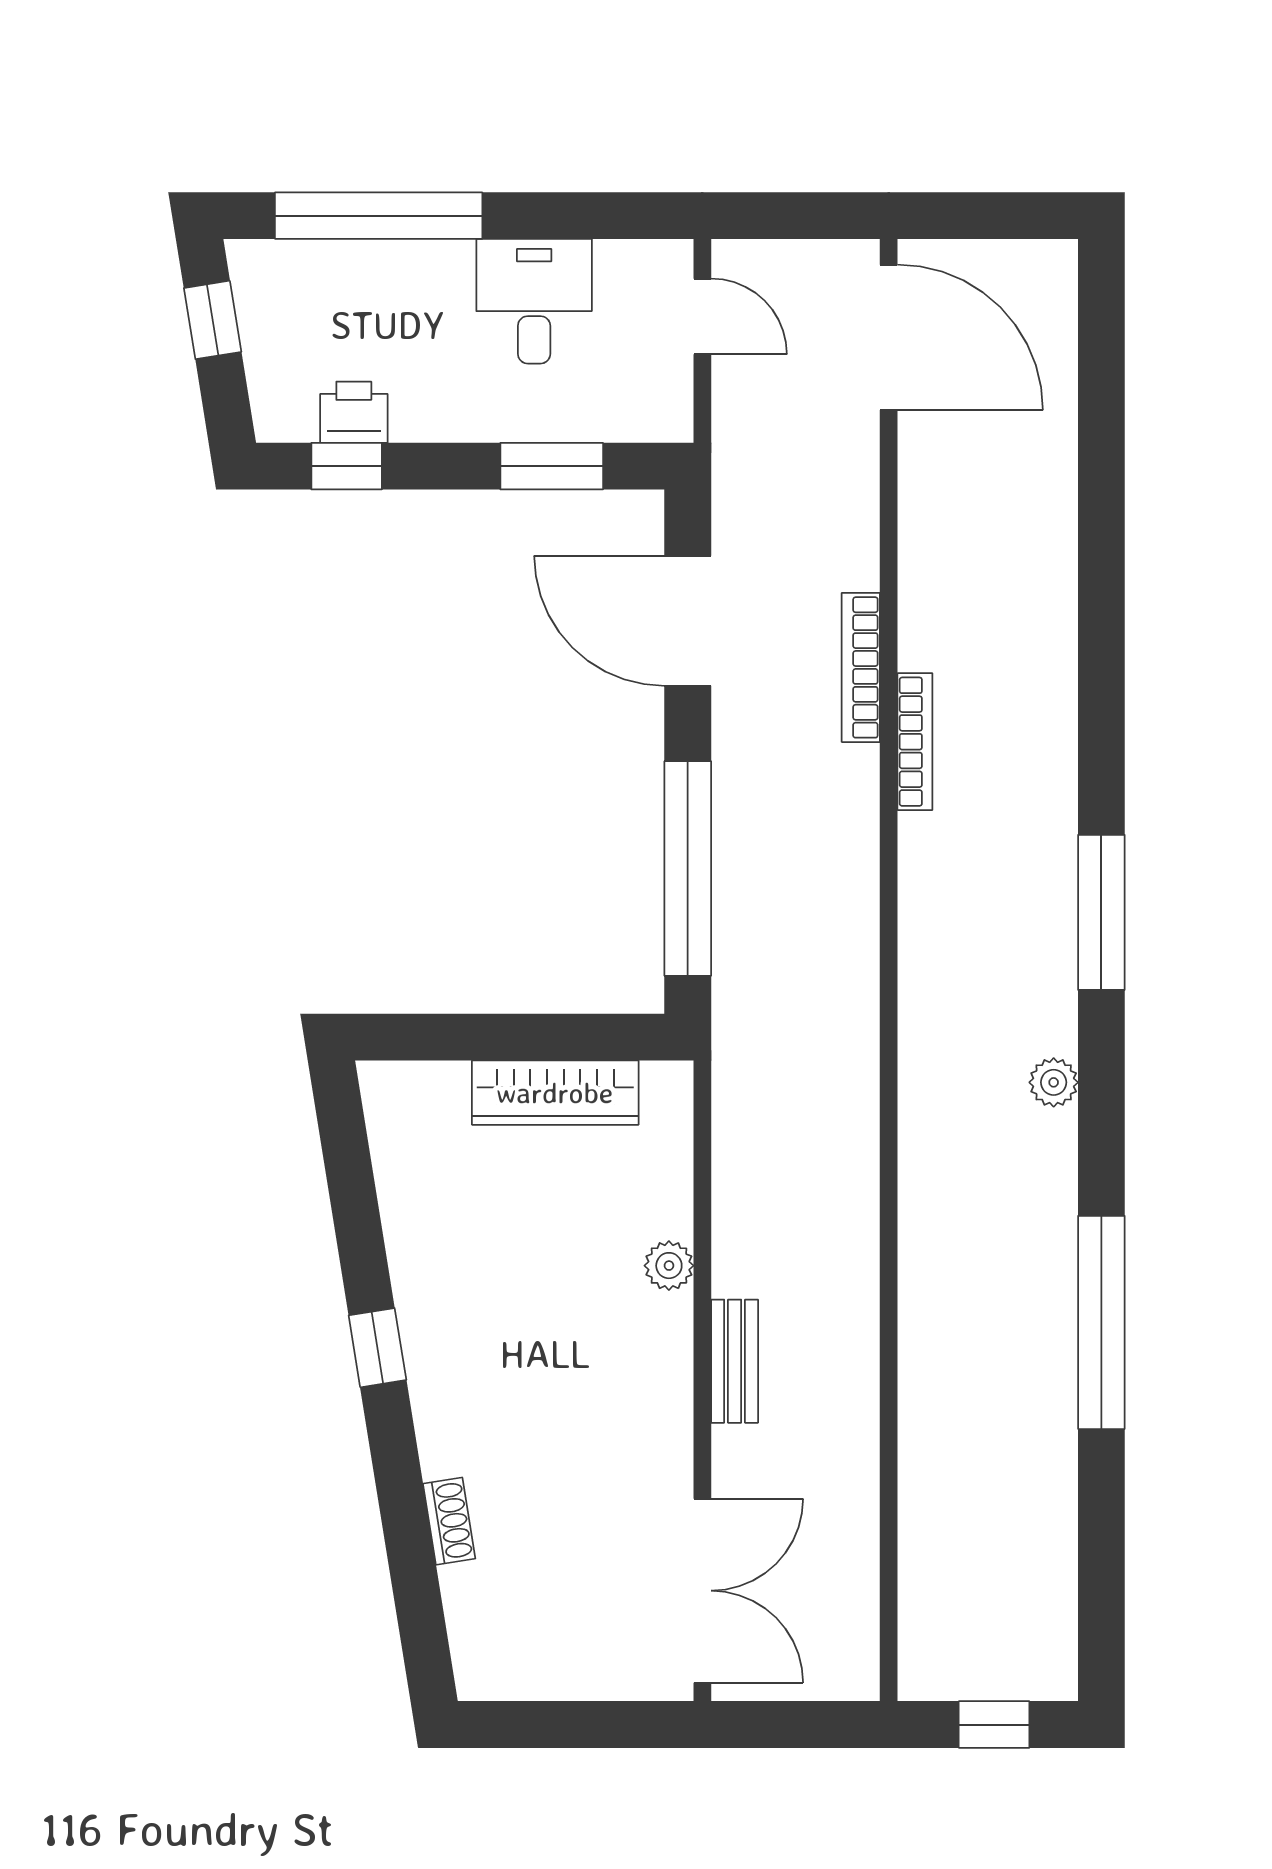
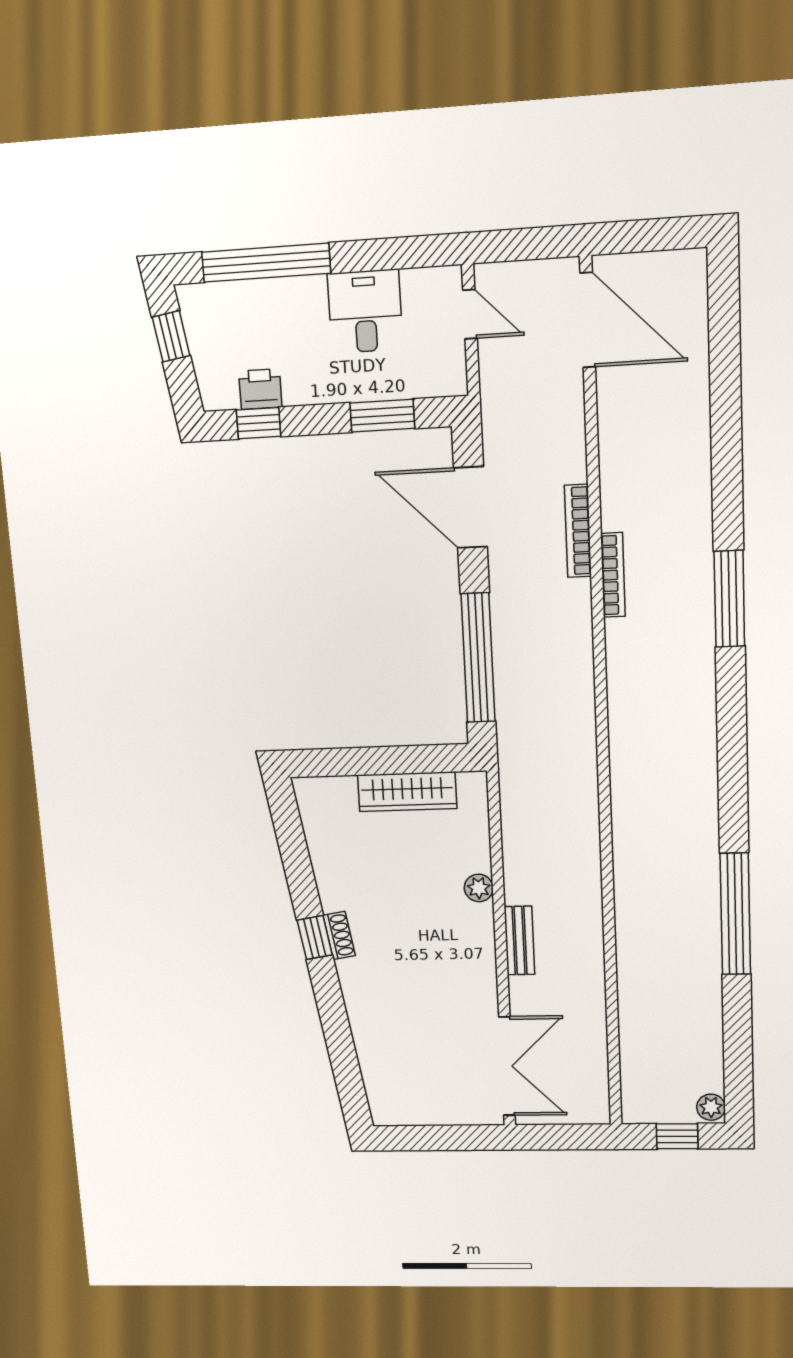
window: (1101, 912) -> (729, 599), moved
plant: (1054, 1082) -> (711, 1107), moved
shoe rack: (449, 1521) -> (339, 935), moved

